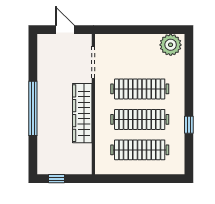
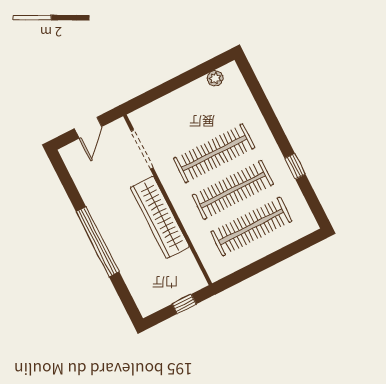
door: (65, 30) -> (88, 128), swing flipped
plant: (171, 45) -> (215, 78), width x0.53, depth x0.53
window: (56, 179) -> (184, 304), moved

